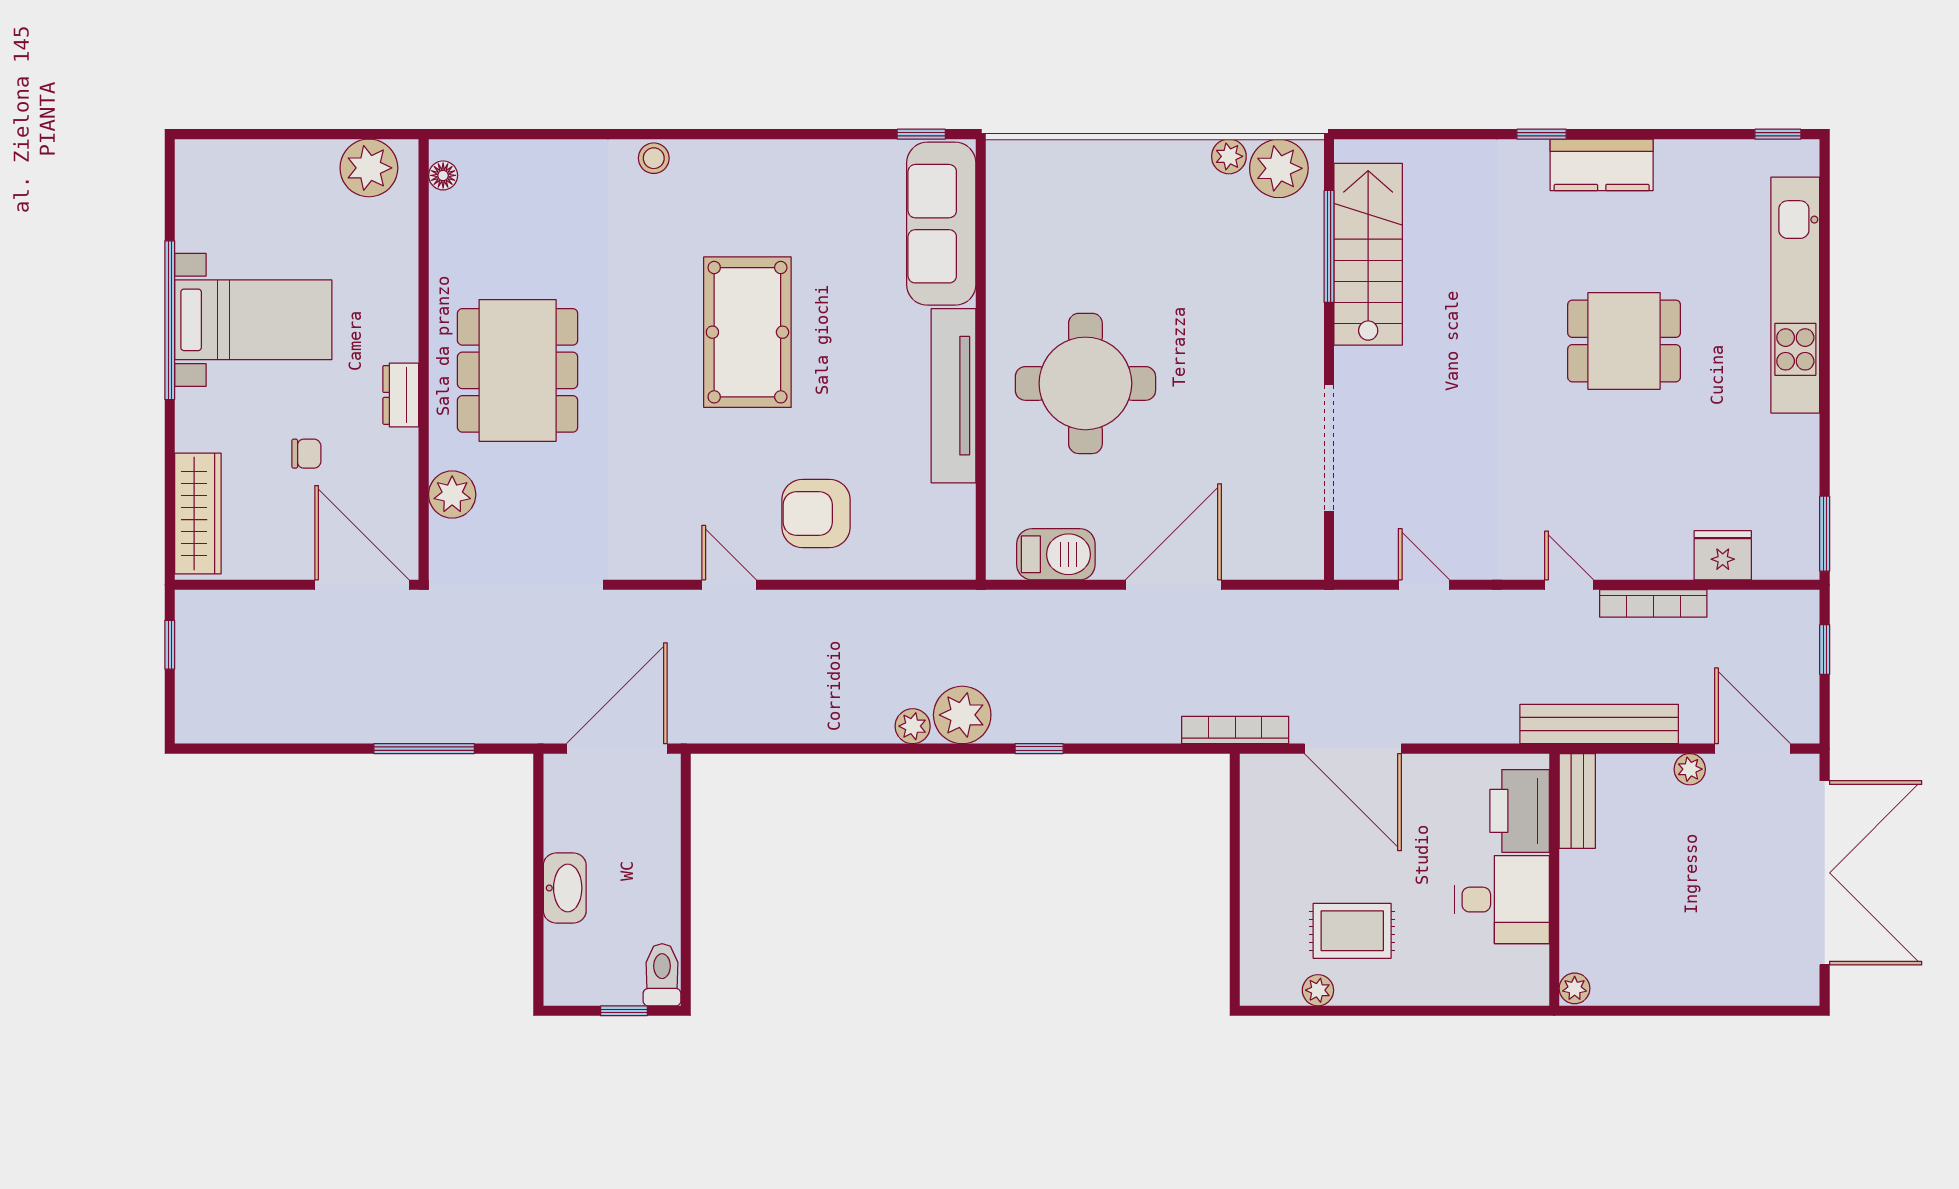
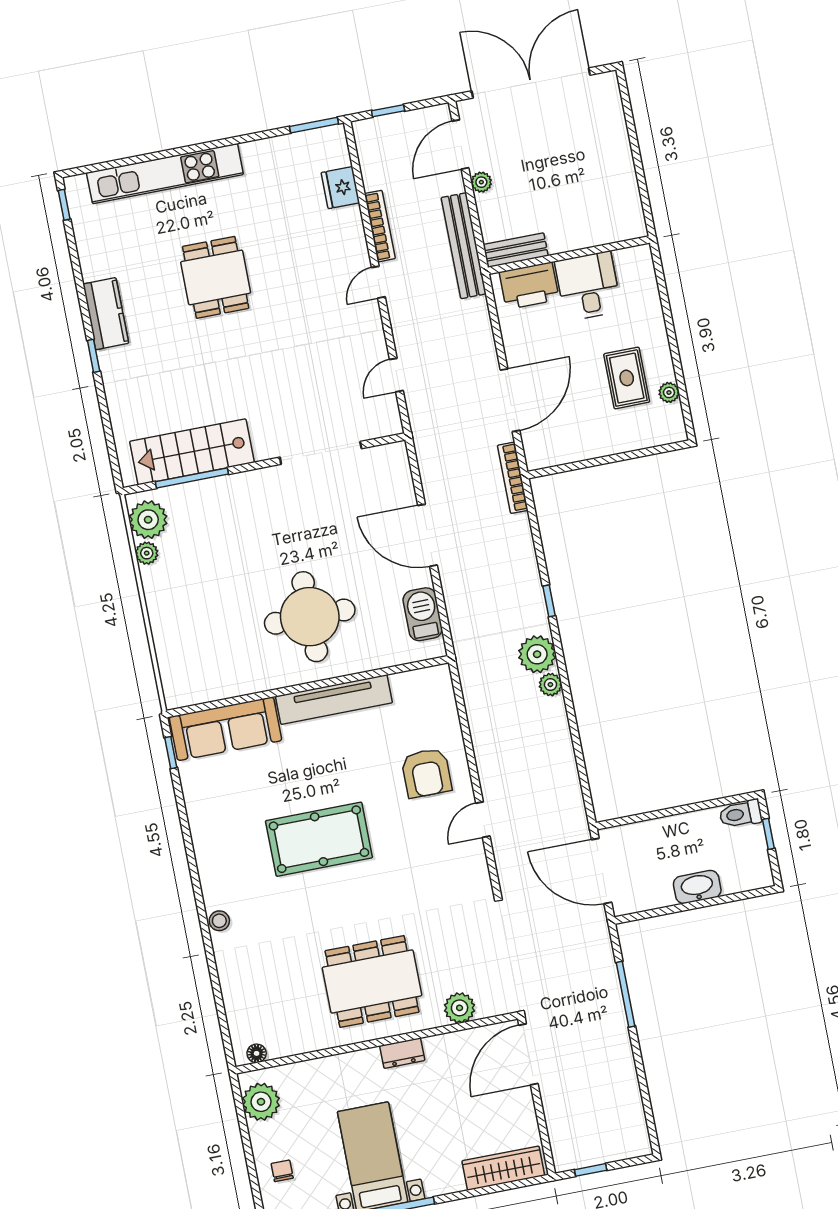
chair: (306, 454) -> (282, 1171), moved
plant: (1575, 988) -> (636, 229), removed

